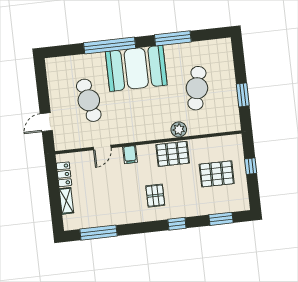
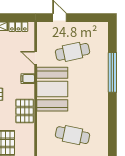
window: (173, 38) -> (112, 121), removed
booth: (136, 68) -> (52, 89), moved
plant: (179, 129) -> (43, 118), removed

